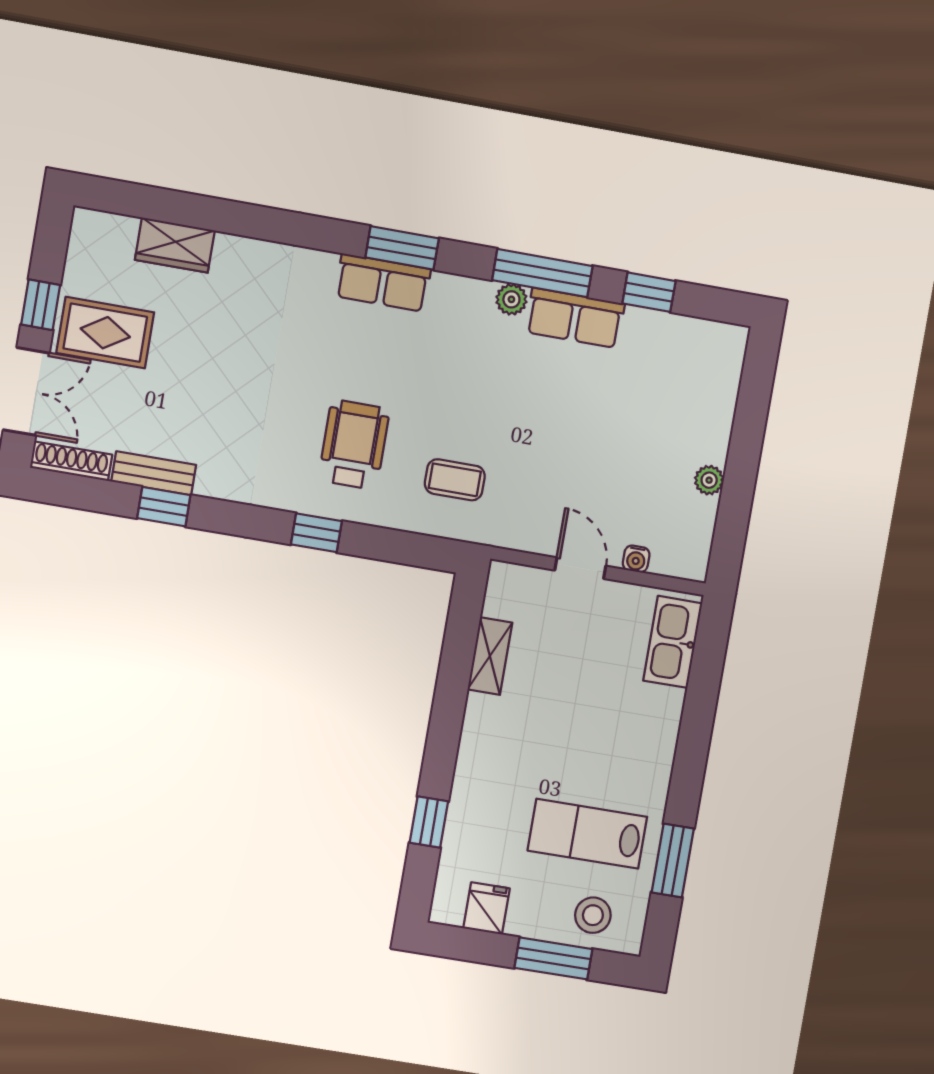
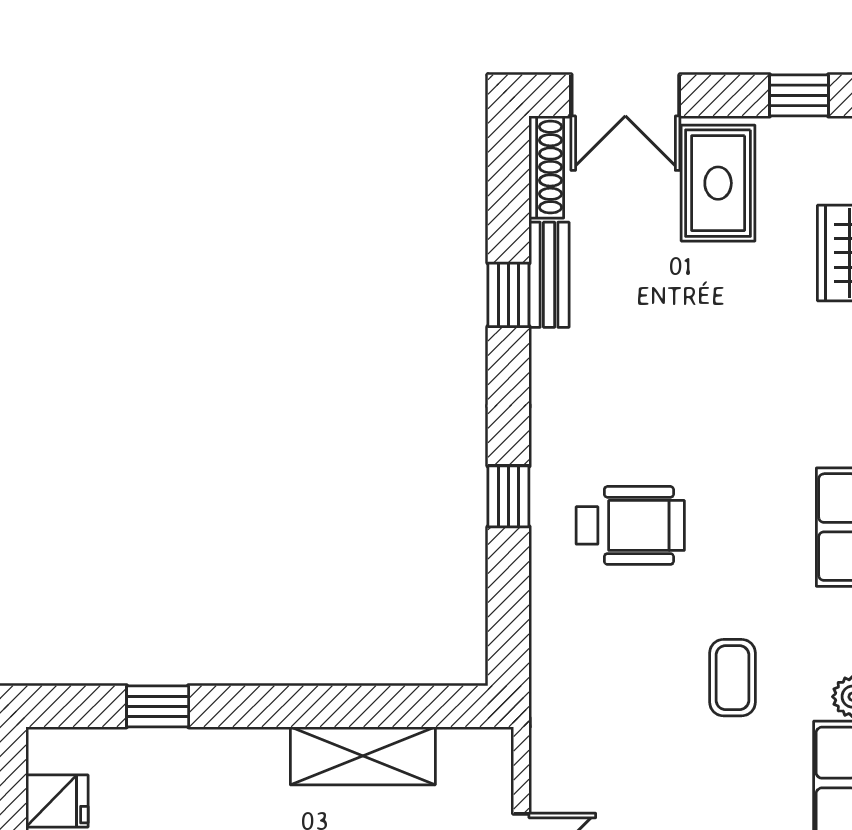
window: (41, 305) -> (799, 95), moved
coffee table: (455, 480) -> (732, 678), moved
shelving: (490, 656) -> (363, 756), width x1.50, depth x1.33

